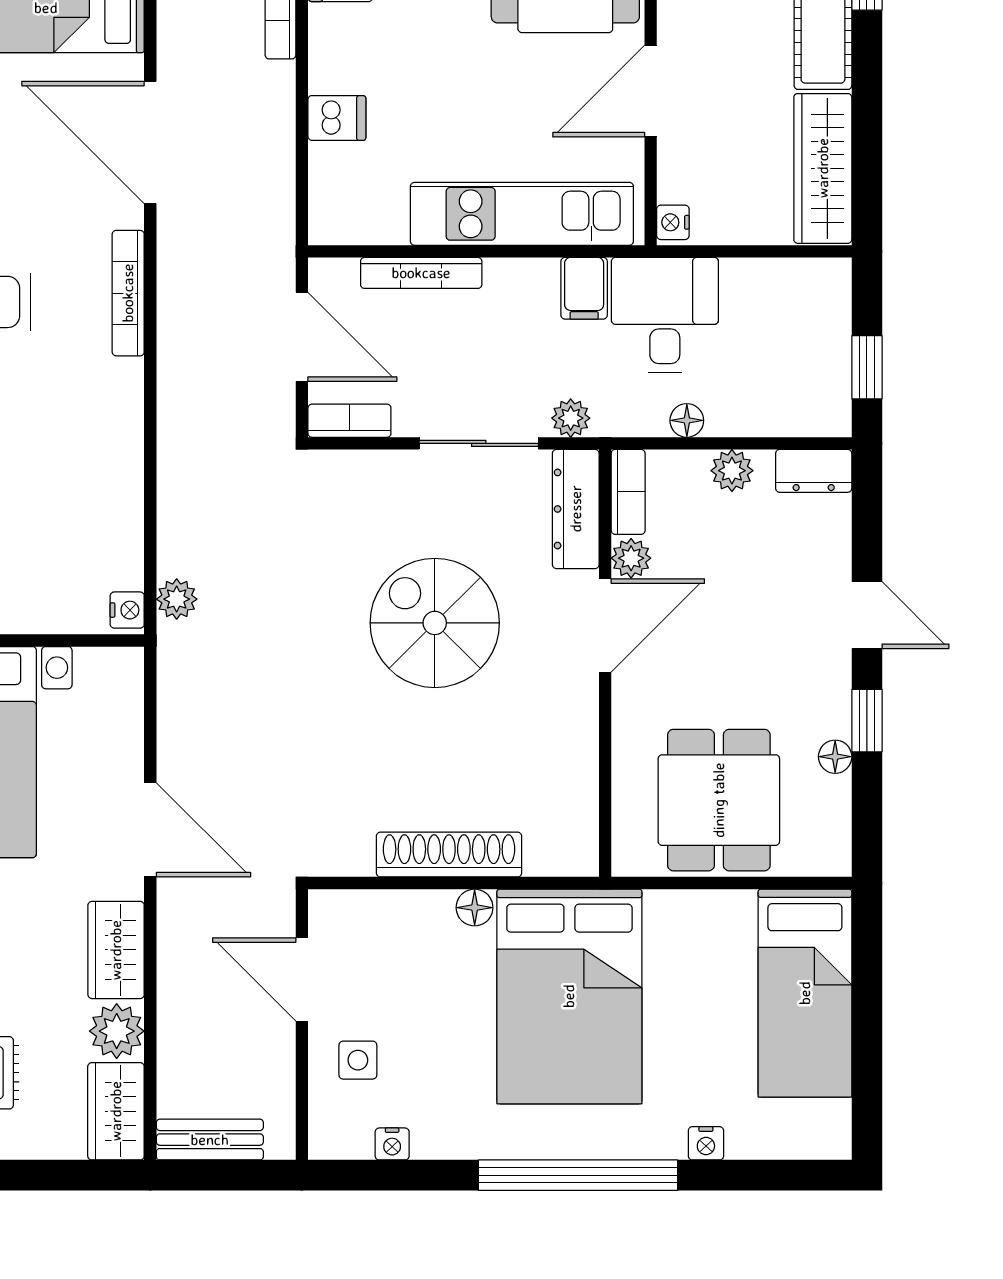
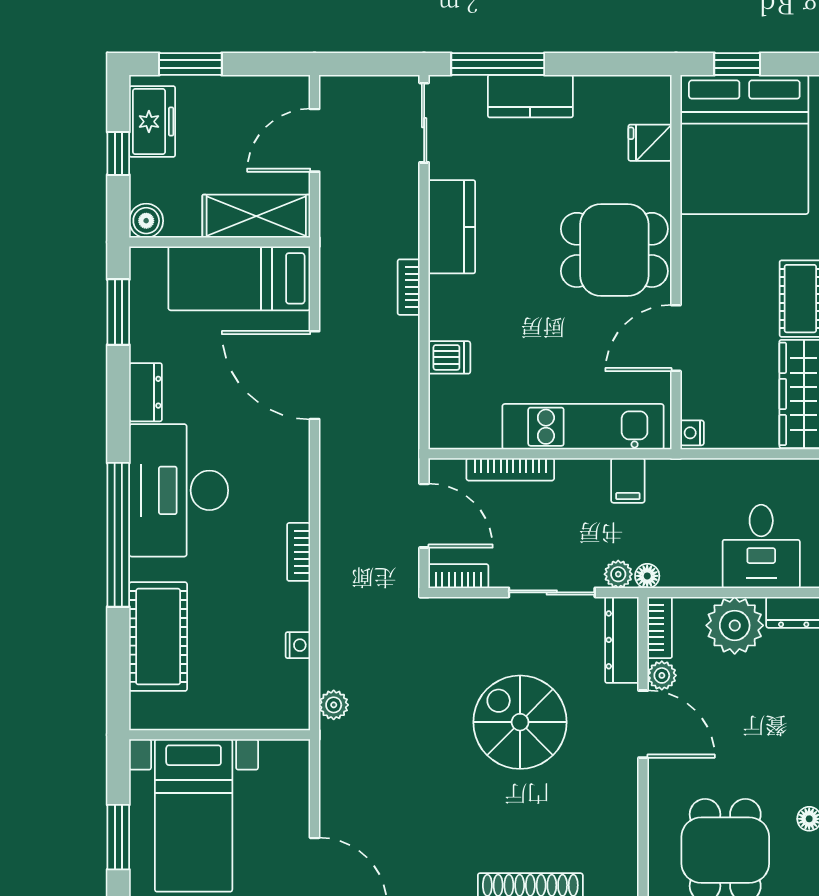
bookcase: (128, 293) -> (299, 552), moved, width x0.64
desk: (665, 315) -> (761, 546), moved, turned 180
floor lamp: (687, 420) -> (647, 576), moved
plant: (732, 471) -> (735, 625), width x1.87, depth x1.87
nightstand: (127, 610) -> (298, 645), moved
door: (605, 626) -> (643, 724), hinge flipped

